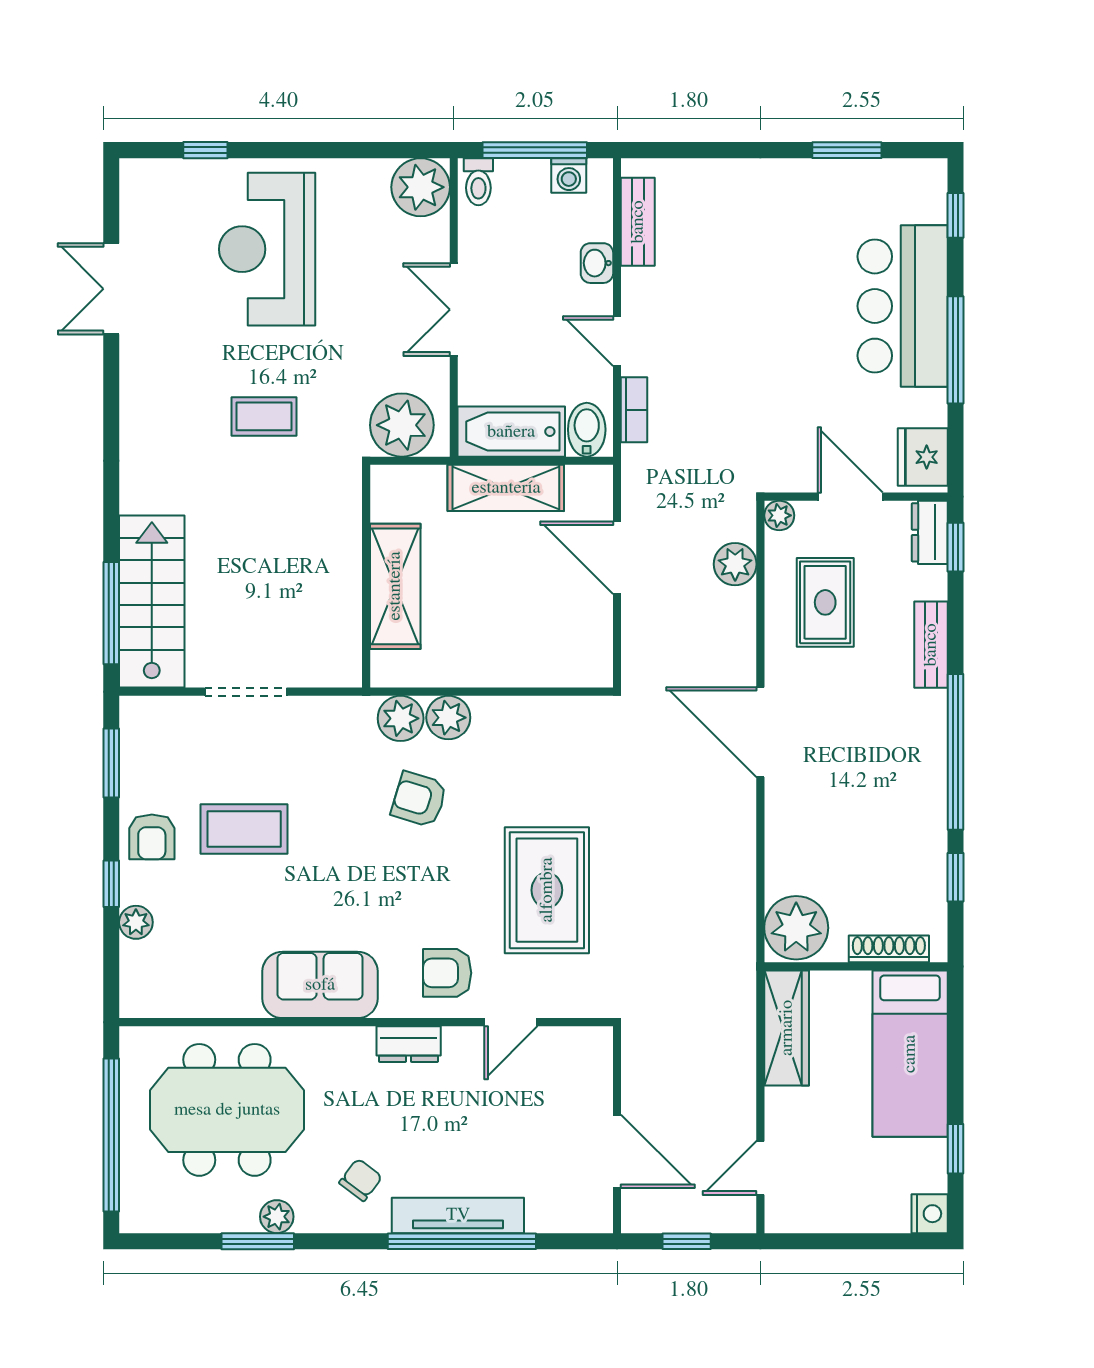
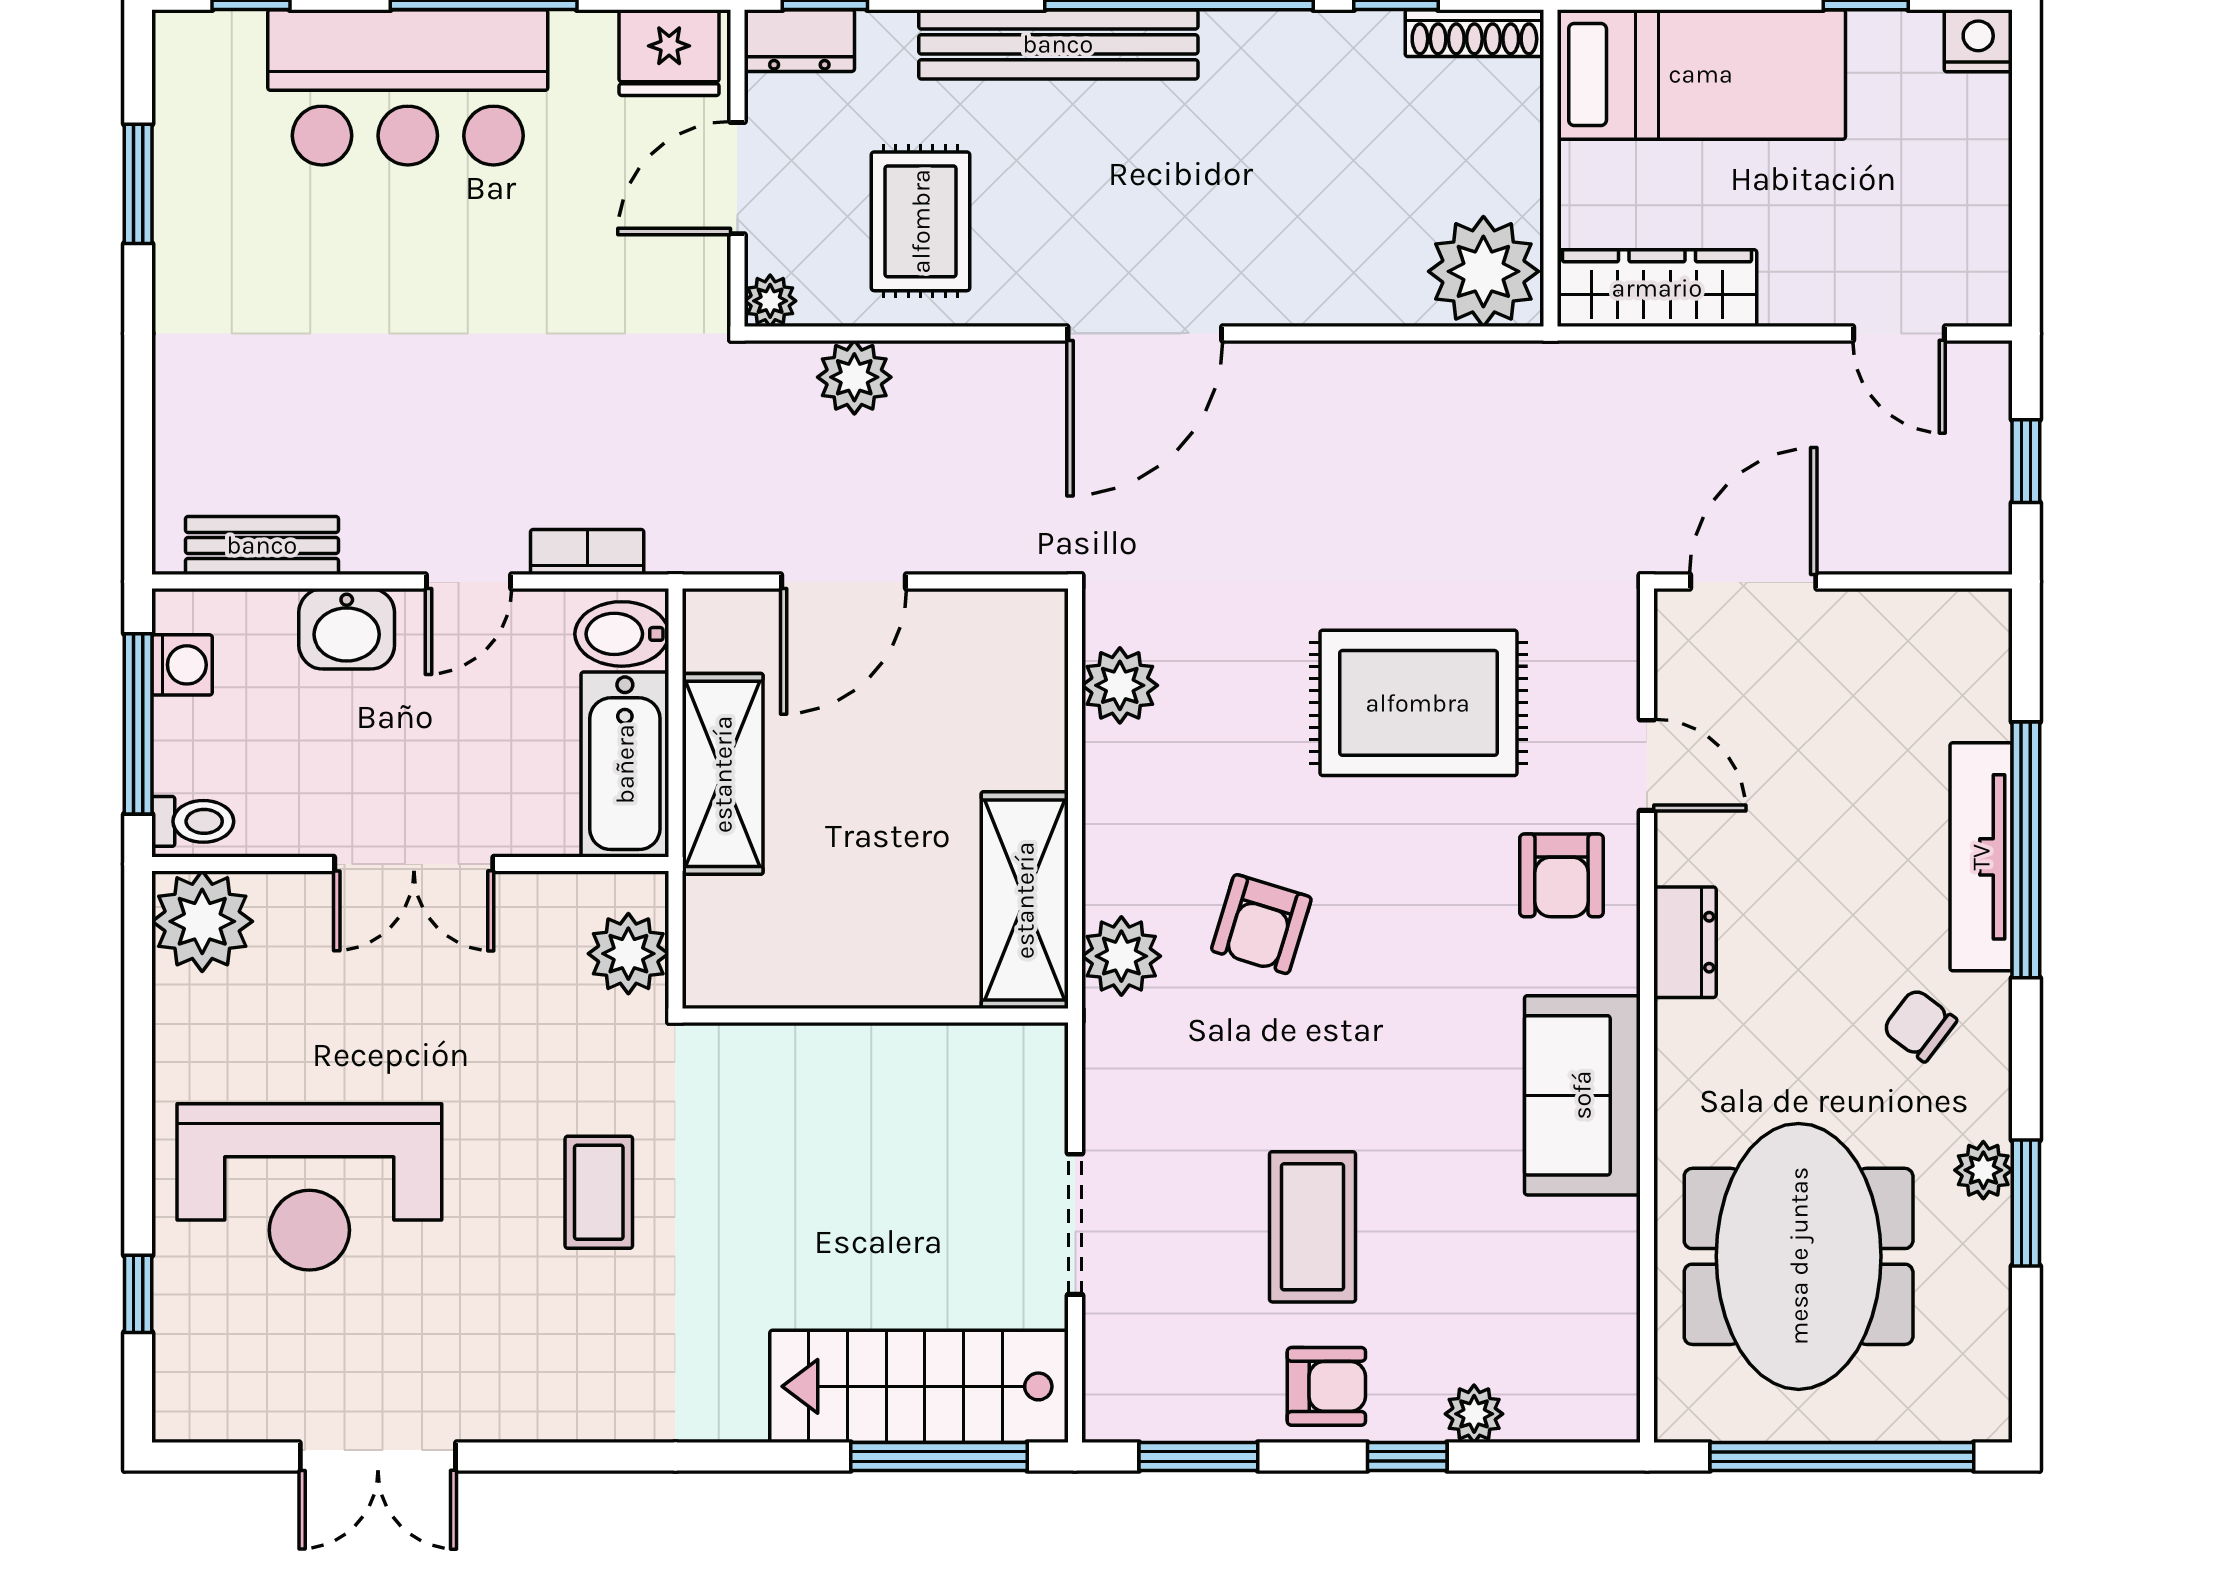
washbasin: (597, 263) -> (347, 629), width x1.38, depth x1.45
plant: (402, 425) -> (628, 954), width x0.73, depth x0.73
shelving: (395, 586) -> (1025, 900), moved, turned 90
rug: (825, 602) -> (921, 221), turned 90
bench: (931, 645) -> (1058, 44), width x1.86, depth x1.21
plant: (448, 718) -> (1120, 685), moved
shoe rack: (889, 949) -> (1474, 33), moved, turned -90
door: (617, 1151) -> (1753, 582), moved

